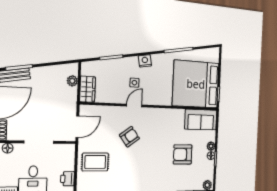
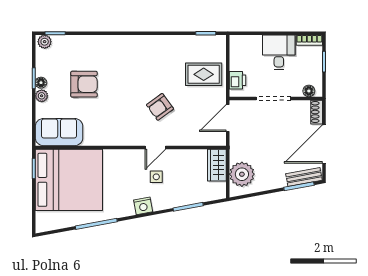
plant: (72, 81) -> (242, 174), width x1.88, depth x1.88
printer: (67, 179) -> (238, 80), moved

